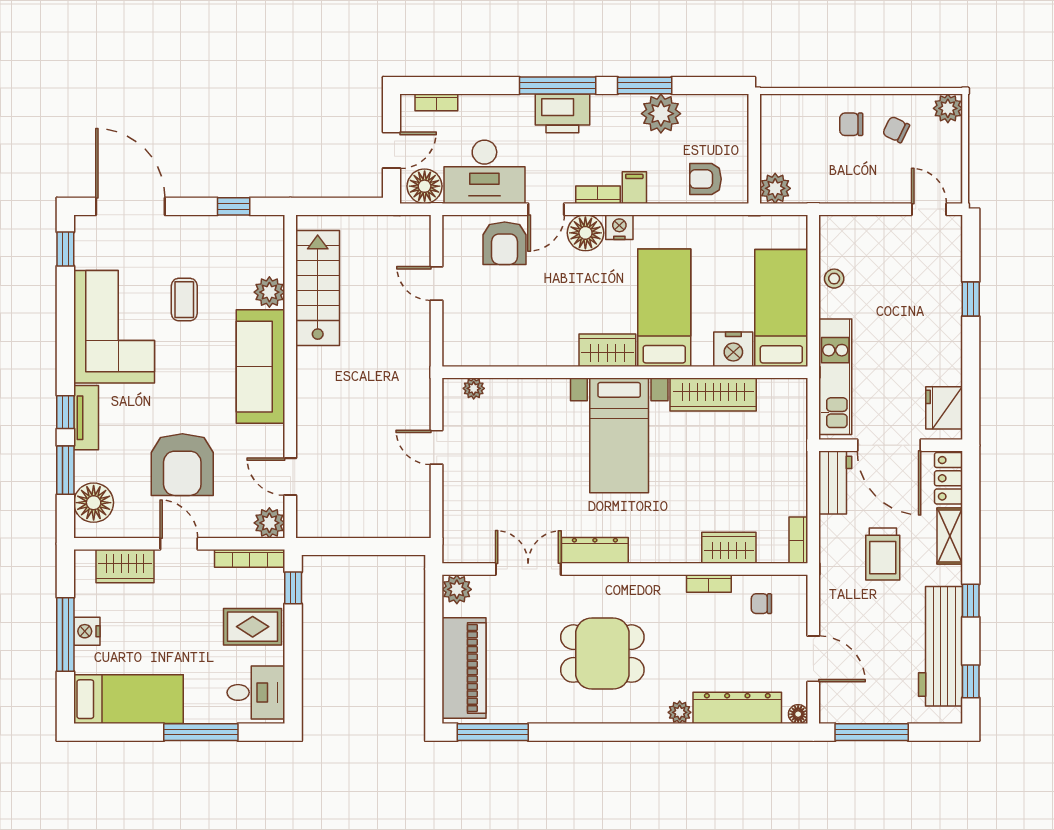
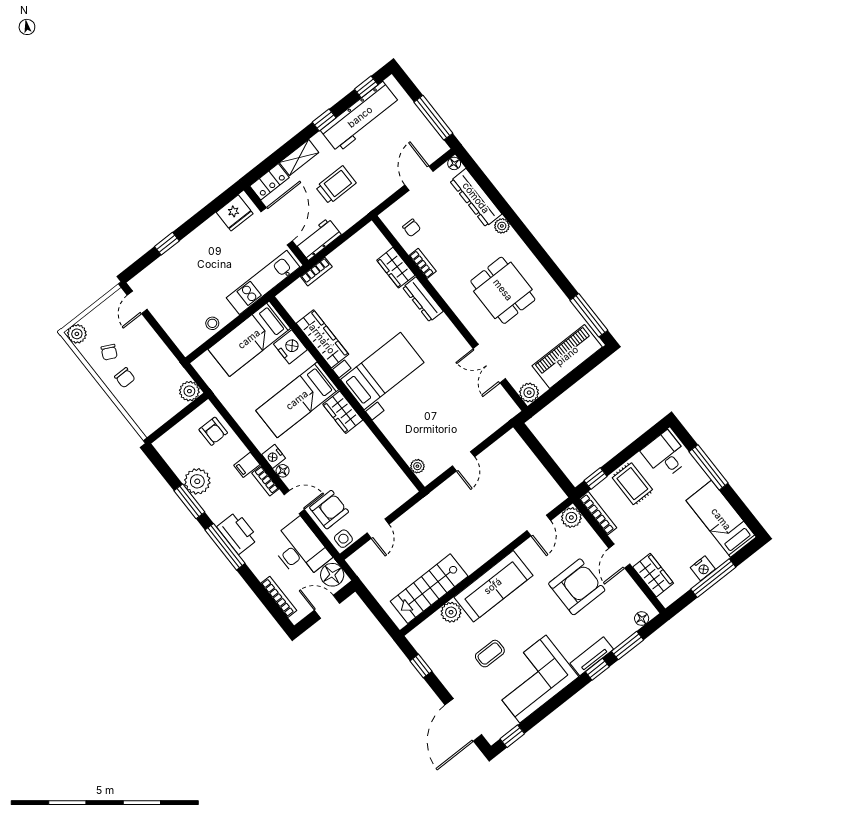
bookcase: (436, 102) -> (279, 597), width x1.56
side table: (457, 233) -> (343, 539), added
floor lamp: (585, 233) -> (283, 471), width x0.53, depth x0.53
floor lamp: (94, 503) -> (642, 619), width x0.53, depth x0.53
bookcase: (798, 540) -> (316, 272), moved
dresser: (595, 550) -> (423, 299), moved

